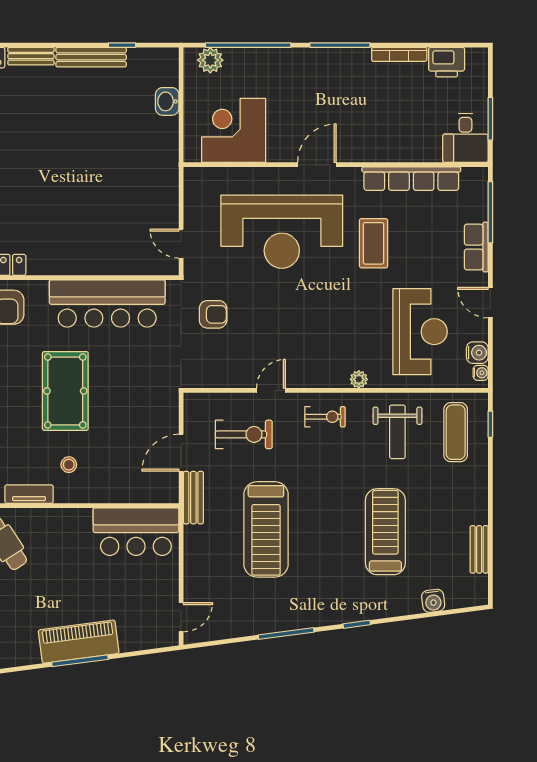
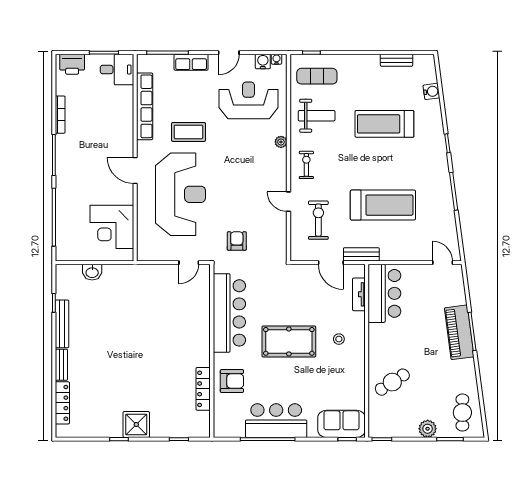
plant: (210, 60) -> (64, 243), removed
printer: (447, 62) -> (72, 64), moved, turned 90
tv unit: (29, 494) -> (359, 294), moved

